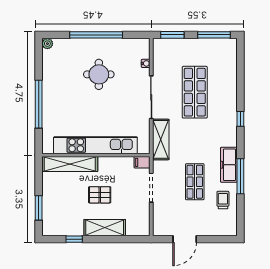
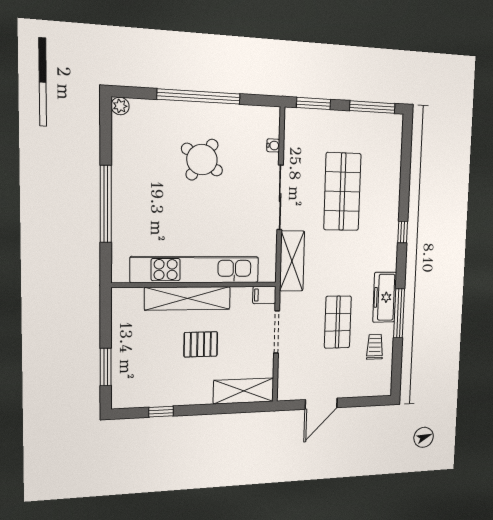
round table: (99, 74) -> (202, 160), turned 34
shelving: (70, 164) -> (188, 298), moved
shelving: (105, 228) -> (244, 391), moved

